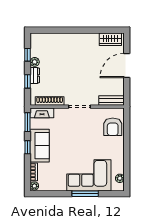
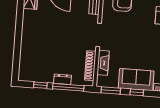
plant: (35, 62) -> (48, 78), removed
window: (27, 81) -> (68, 87), width x2.17
fireplace: (42, 113) -> (103, 63), moved

